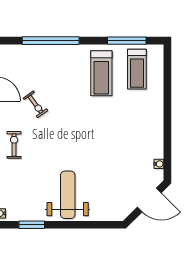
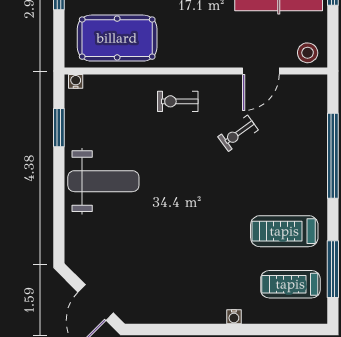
exercise bike: (14, 145) -> (178, 101), turned 180
water cooler: (159, 164) -> (234, 317), moved

